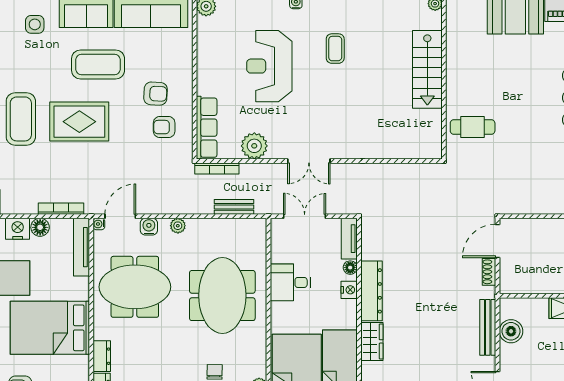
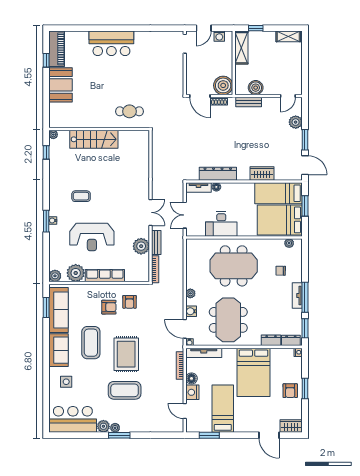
plant: (211, 40) -> (76, 273), added
armchair: (156, 94) -> (109, 307), turned 87
cafe table: (473, 127) -> (130, 111), turned 90
row of seats: (207, 128) -> (105, 276), moved
bench: (234, 207) -> (156, 242), moved
boiler: (515, 279) -> (223, 85), added
desk: (290, 282) -> (221, 224), width x1.37
nightstand: (349, 290) -> (230, 188), removed
dresser: (371, 291) -> (218, 174), moved
bench: (488, 327) -> (249, 102), width x0.73

